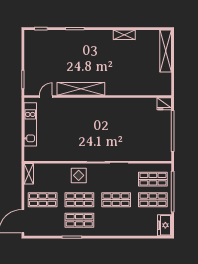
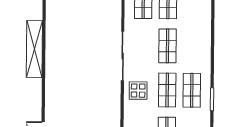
shelving: (81, 89) -> (34, 49), moved

